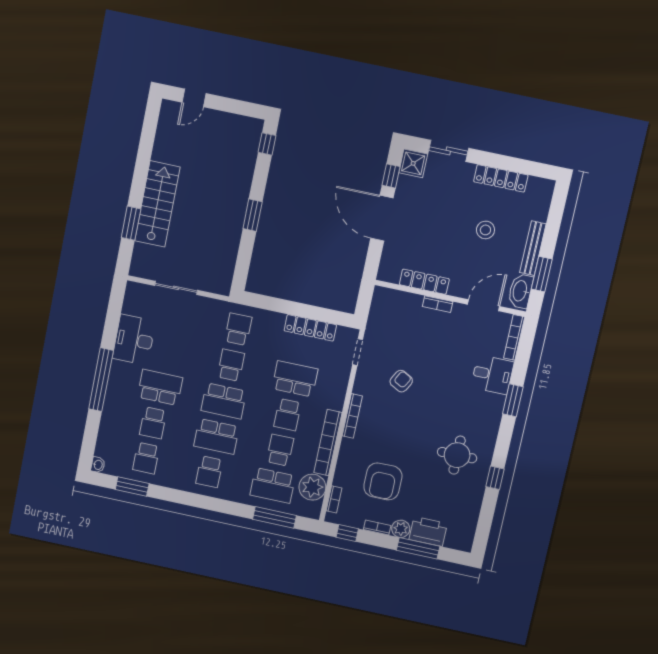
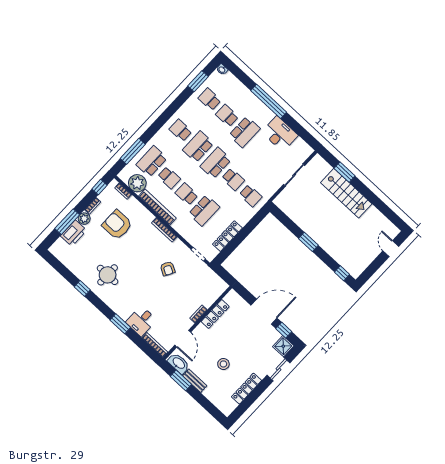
bench: (533, 248) -> (195, 381), width x0.73

